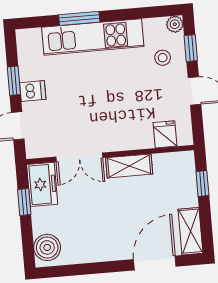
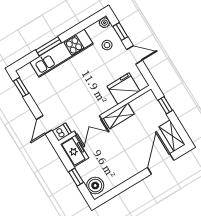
window: (14, 81) -> (21, 87), moved
dishwasher: (33, 91) -> (62, 132), moved
fridge: (165, 134) -> (123, 89), width x1.88, depth x1.34
window: (24, 202) -> (76, 177), moved

